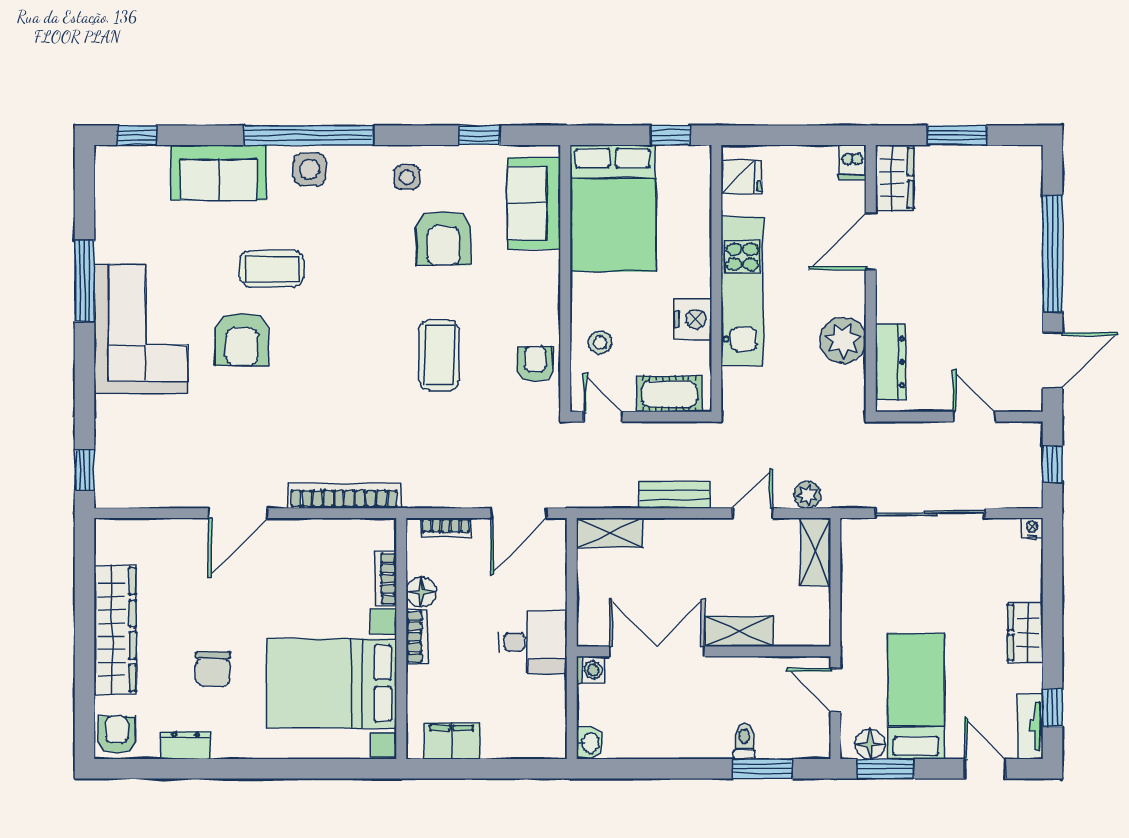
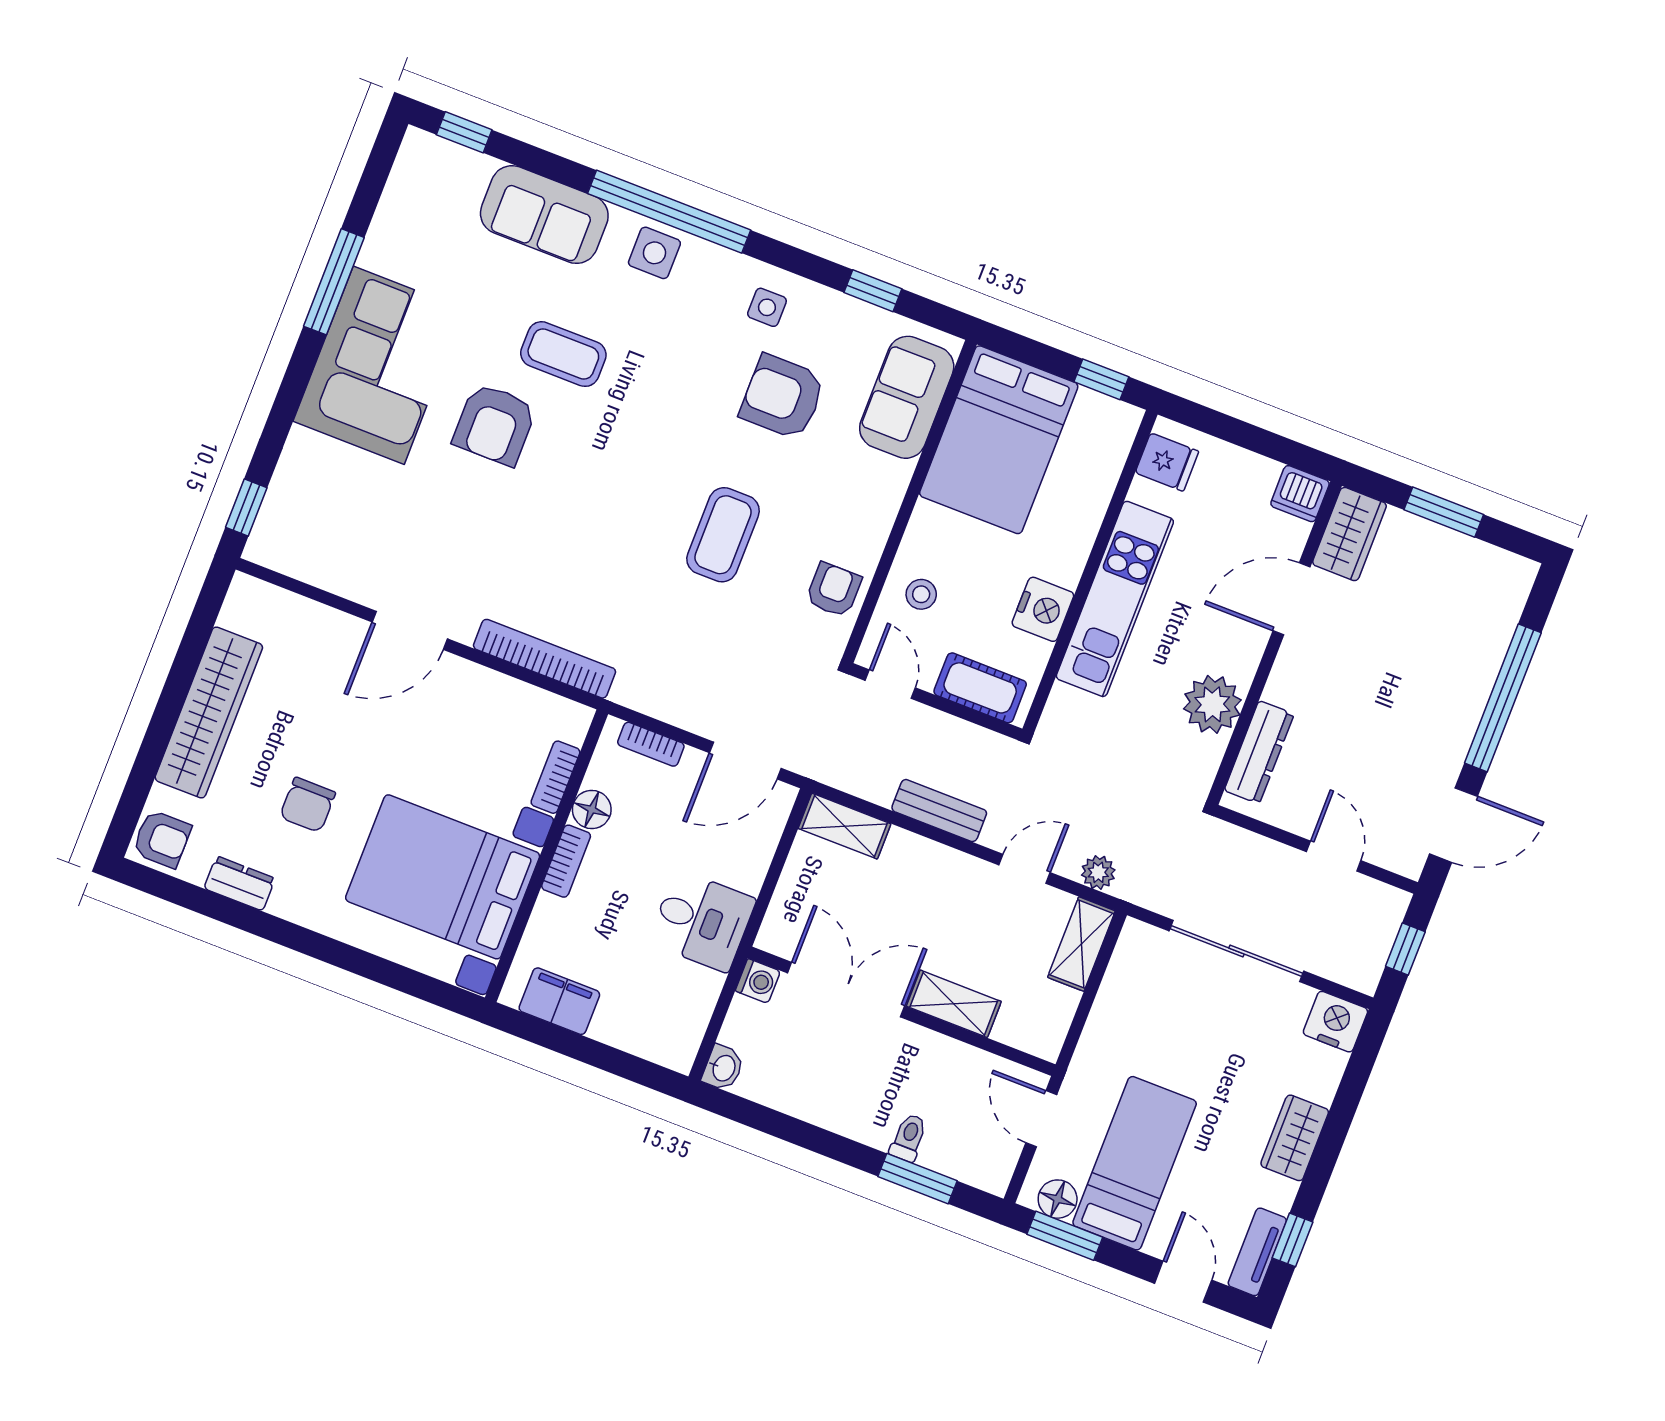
dishwasher: (852, 162) -> (1300, 494), width x1.38
armchair: (443, 238) -> (782, 397), turned 90
nightstand: (1032, 528) -> (1335, 1022), width x1.89, depth x1.79
armchair: (117, 735) -> (162, 839), turned 90

